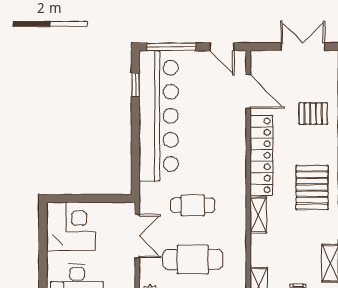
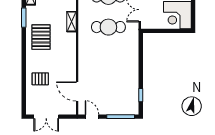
bar counter: (159, 116) -> (128, 78), removed
locker: (261, 155) -> (70, 55), removed
cafe table: (193, 205) -> (108, 27), width x1.37, depth x1.35

